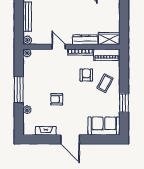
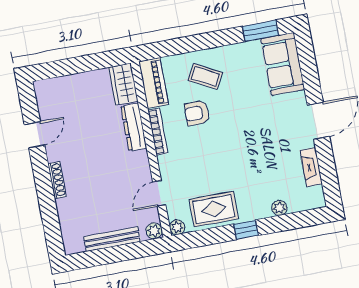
door: (59, 47) -> (159, 193), moved
rug: (33, 74) -> (214, 209), added
window: (19, 90) -> (246, 230), width x0.46
armchair: (57, 99) -> (251, 158), removed
window: (124, 103) -> (261, 31), moved

